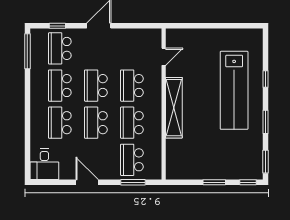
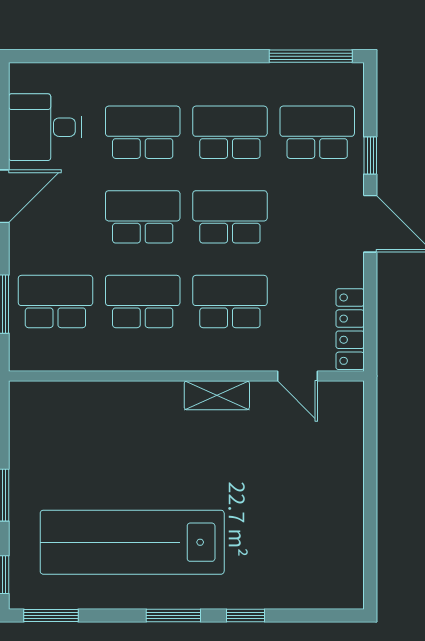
window: (57, 26) -> (370, 156), moved
locker: (144, 34) -> (350, 329), added
lab bench: (234, 90) -> (132, 542), moved
shelving: (174, 108) -> (217, 395), width x0.45, depth x0.75
window: (266, 122) -> (173, 616), moved
desk: (44, 164) -> (45, 127), moved

